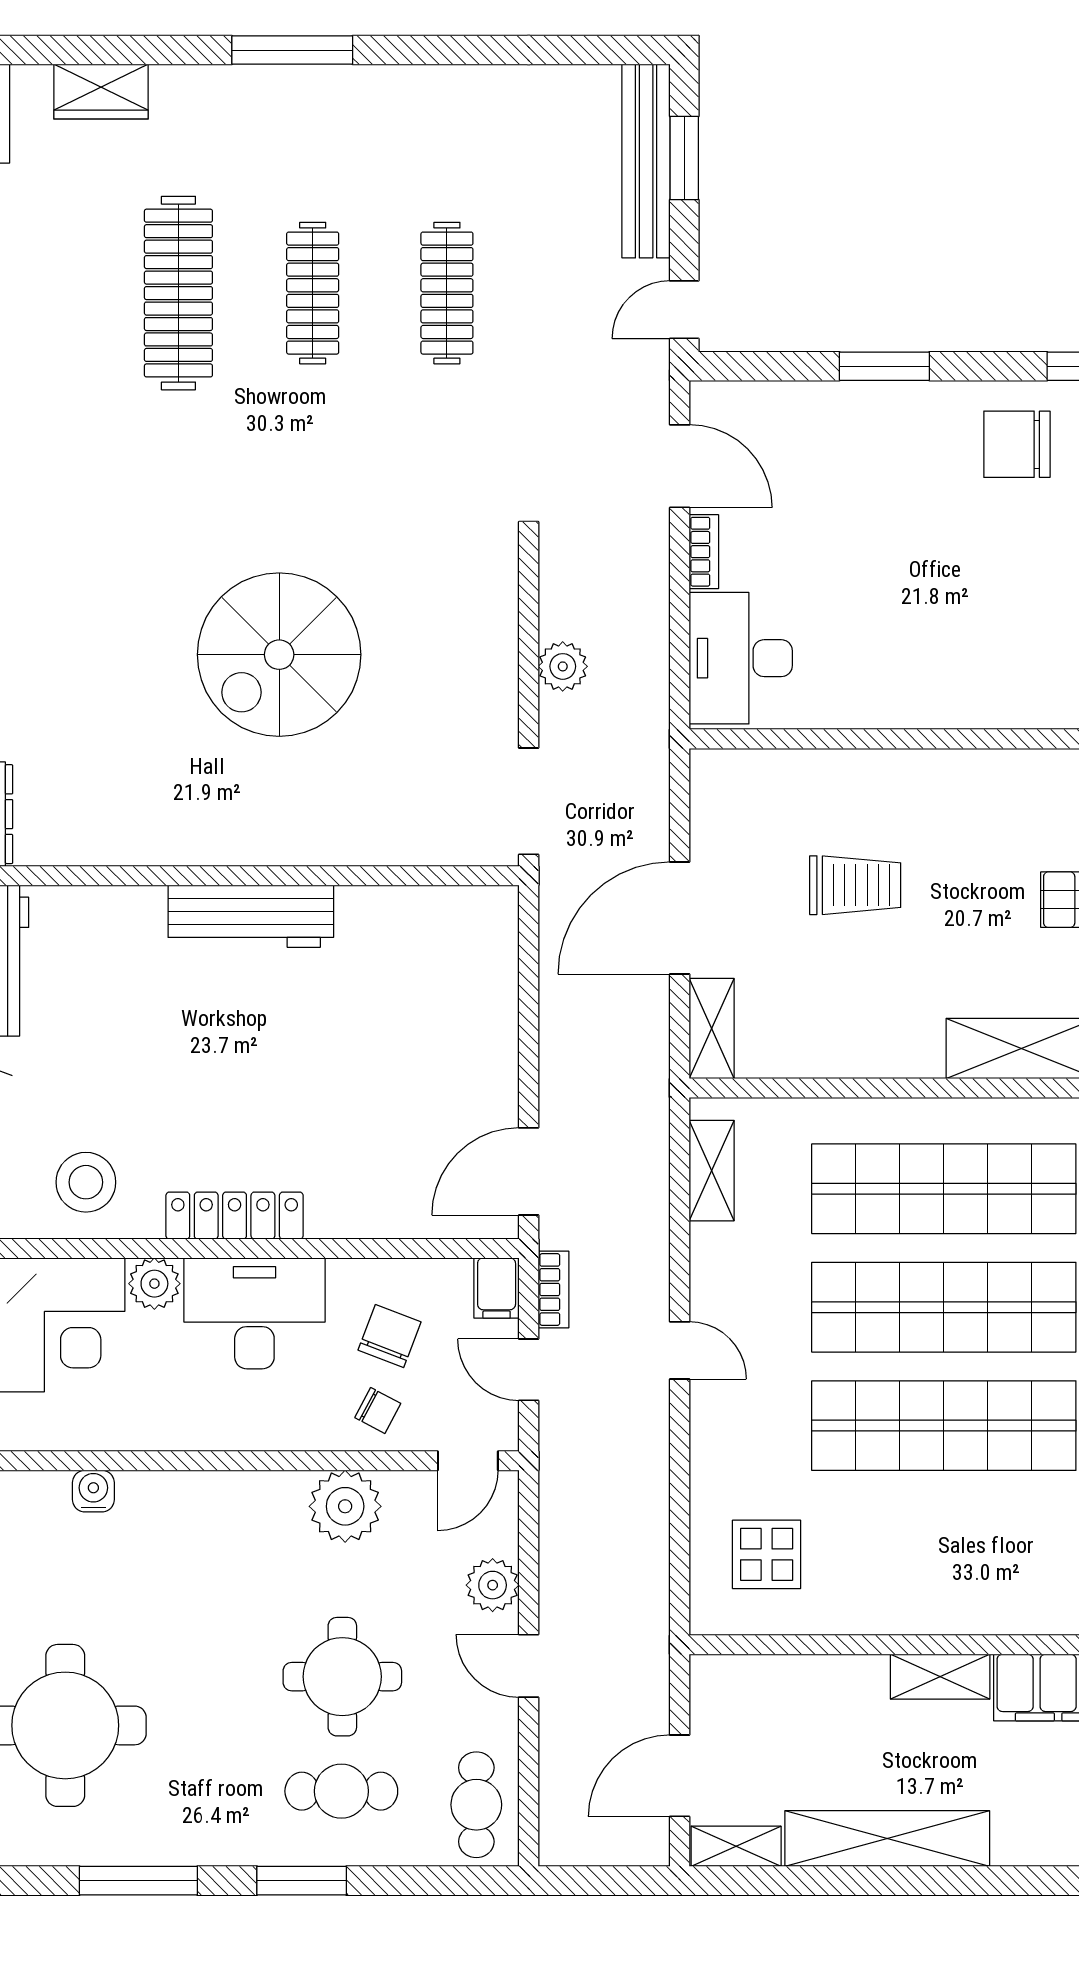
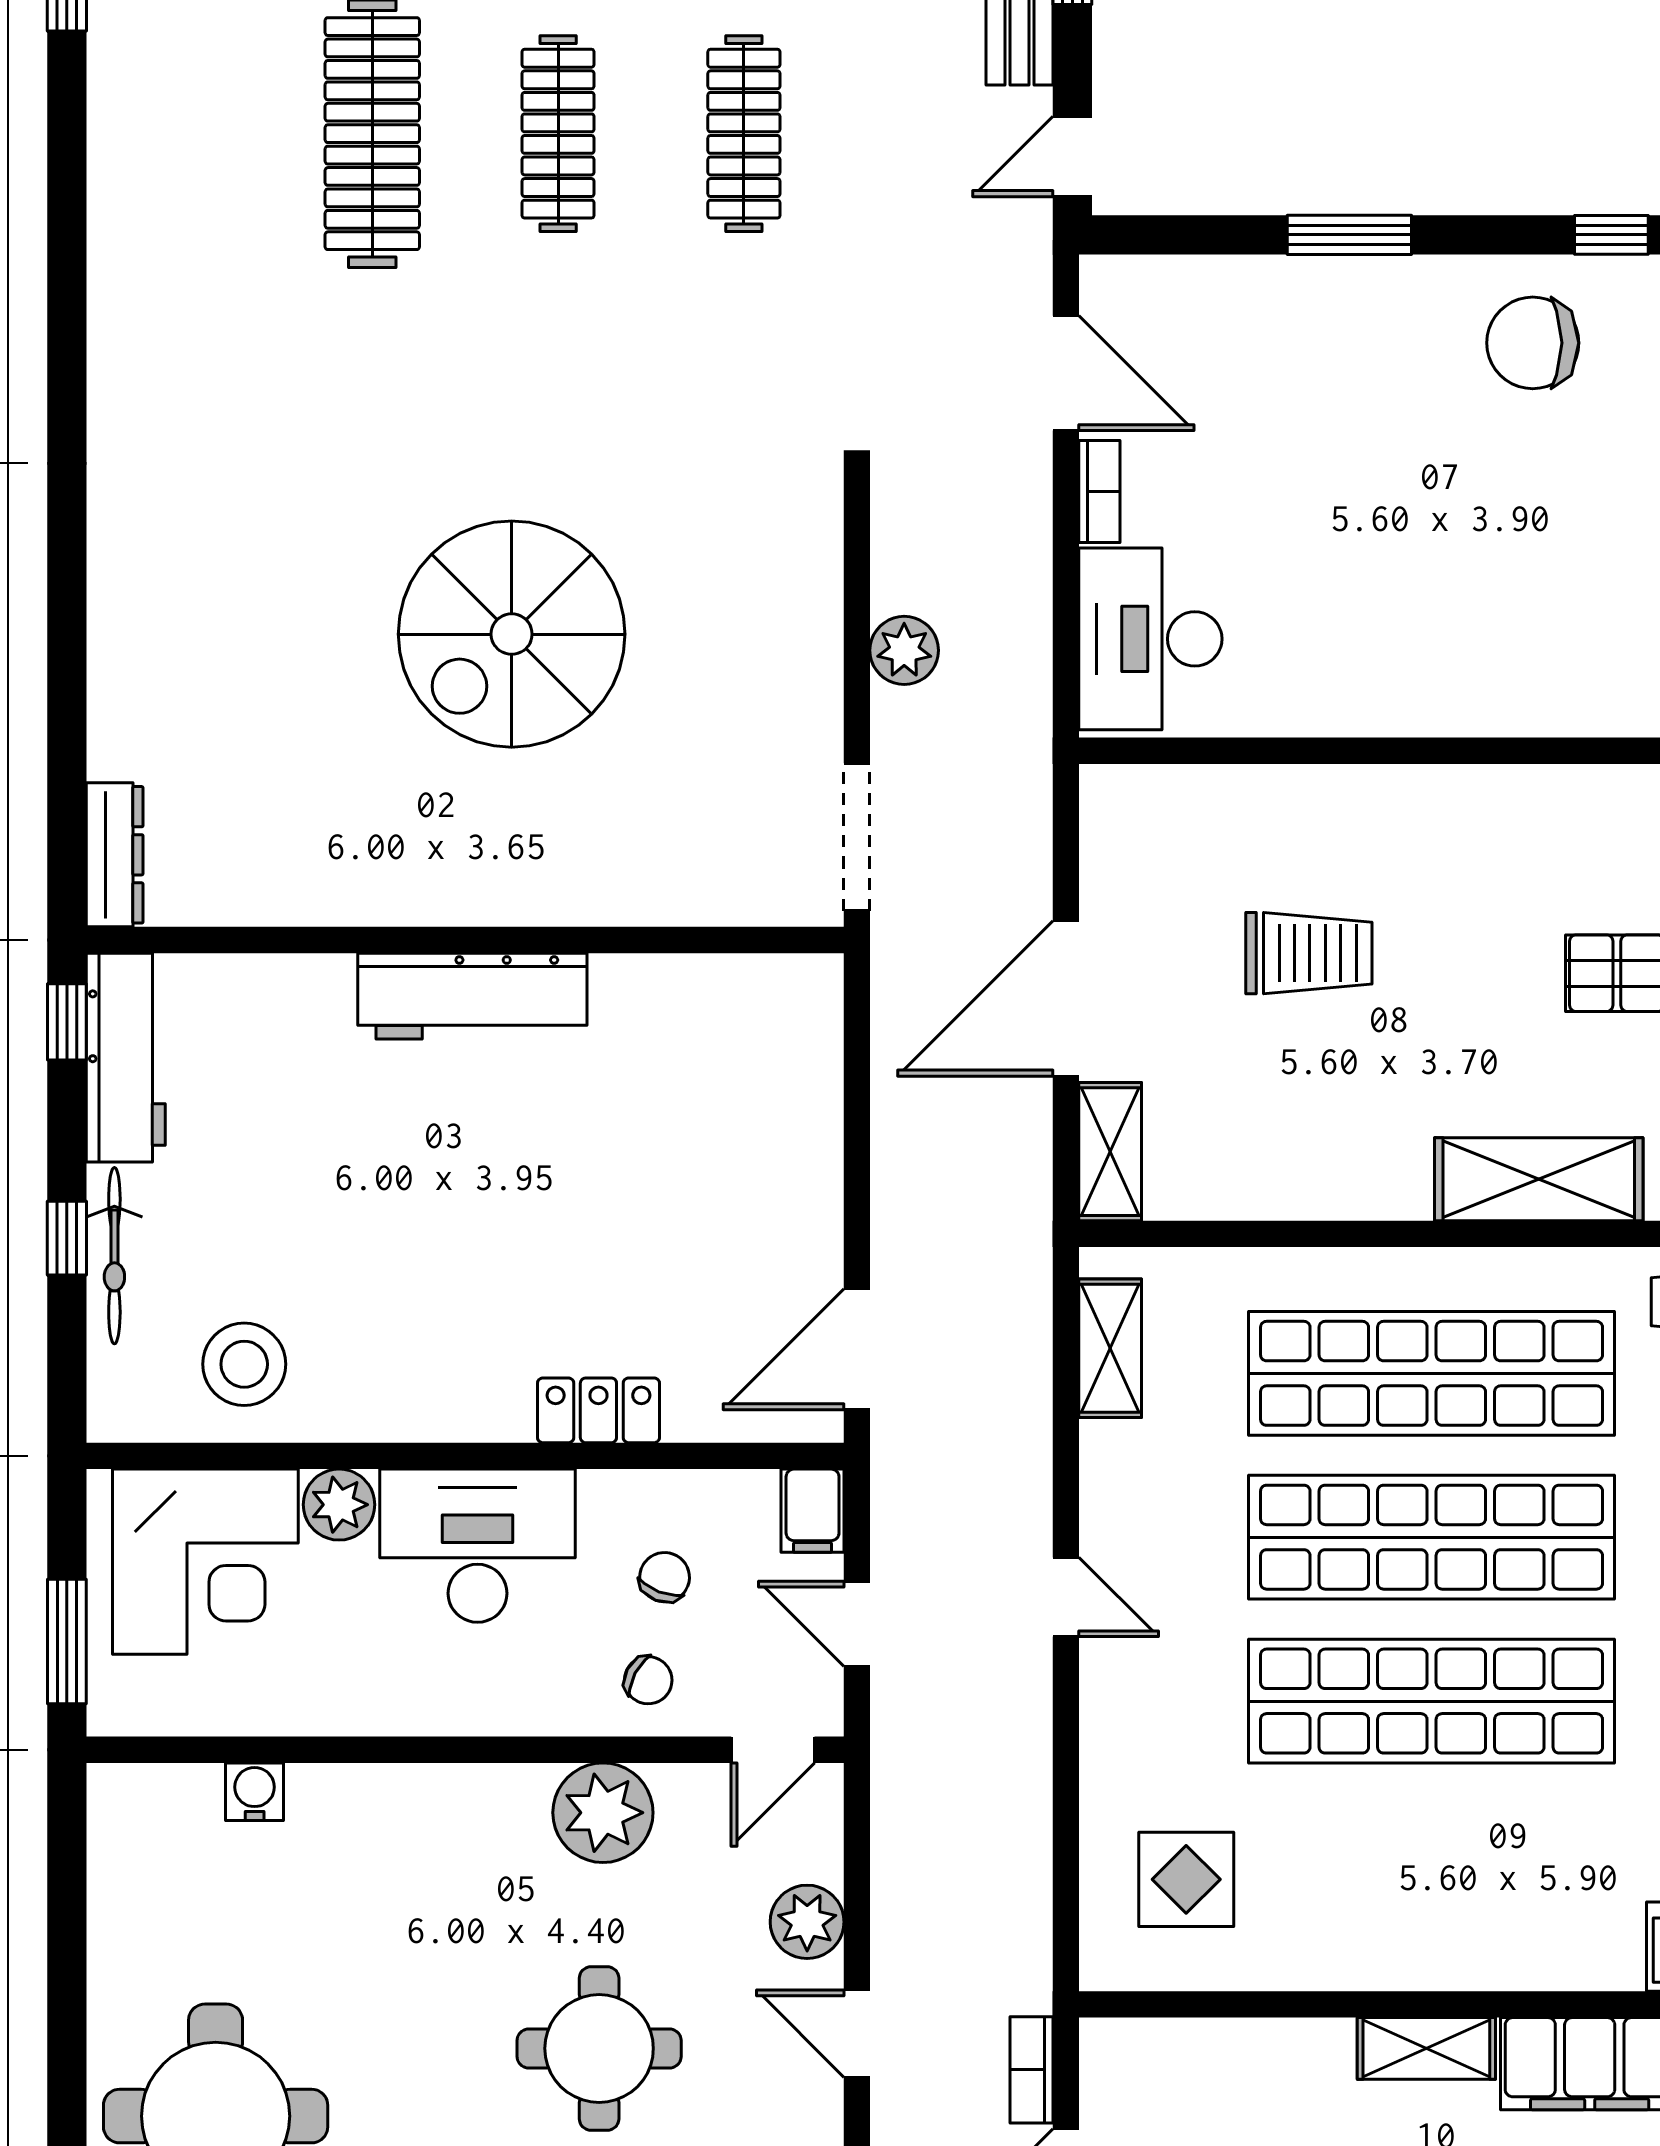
locker: (235, 1216) -> (598, 1410), moved, width x0.66
bookcase: (553, 1290) -> (1032, 2070), moved, turned 180
chair: (390, 1336) -> (665, 1577), width x0.73, depth x0.73

